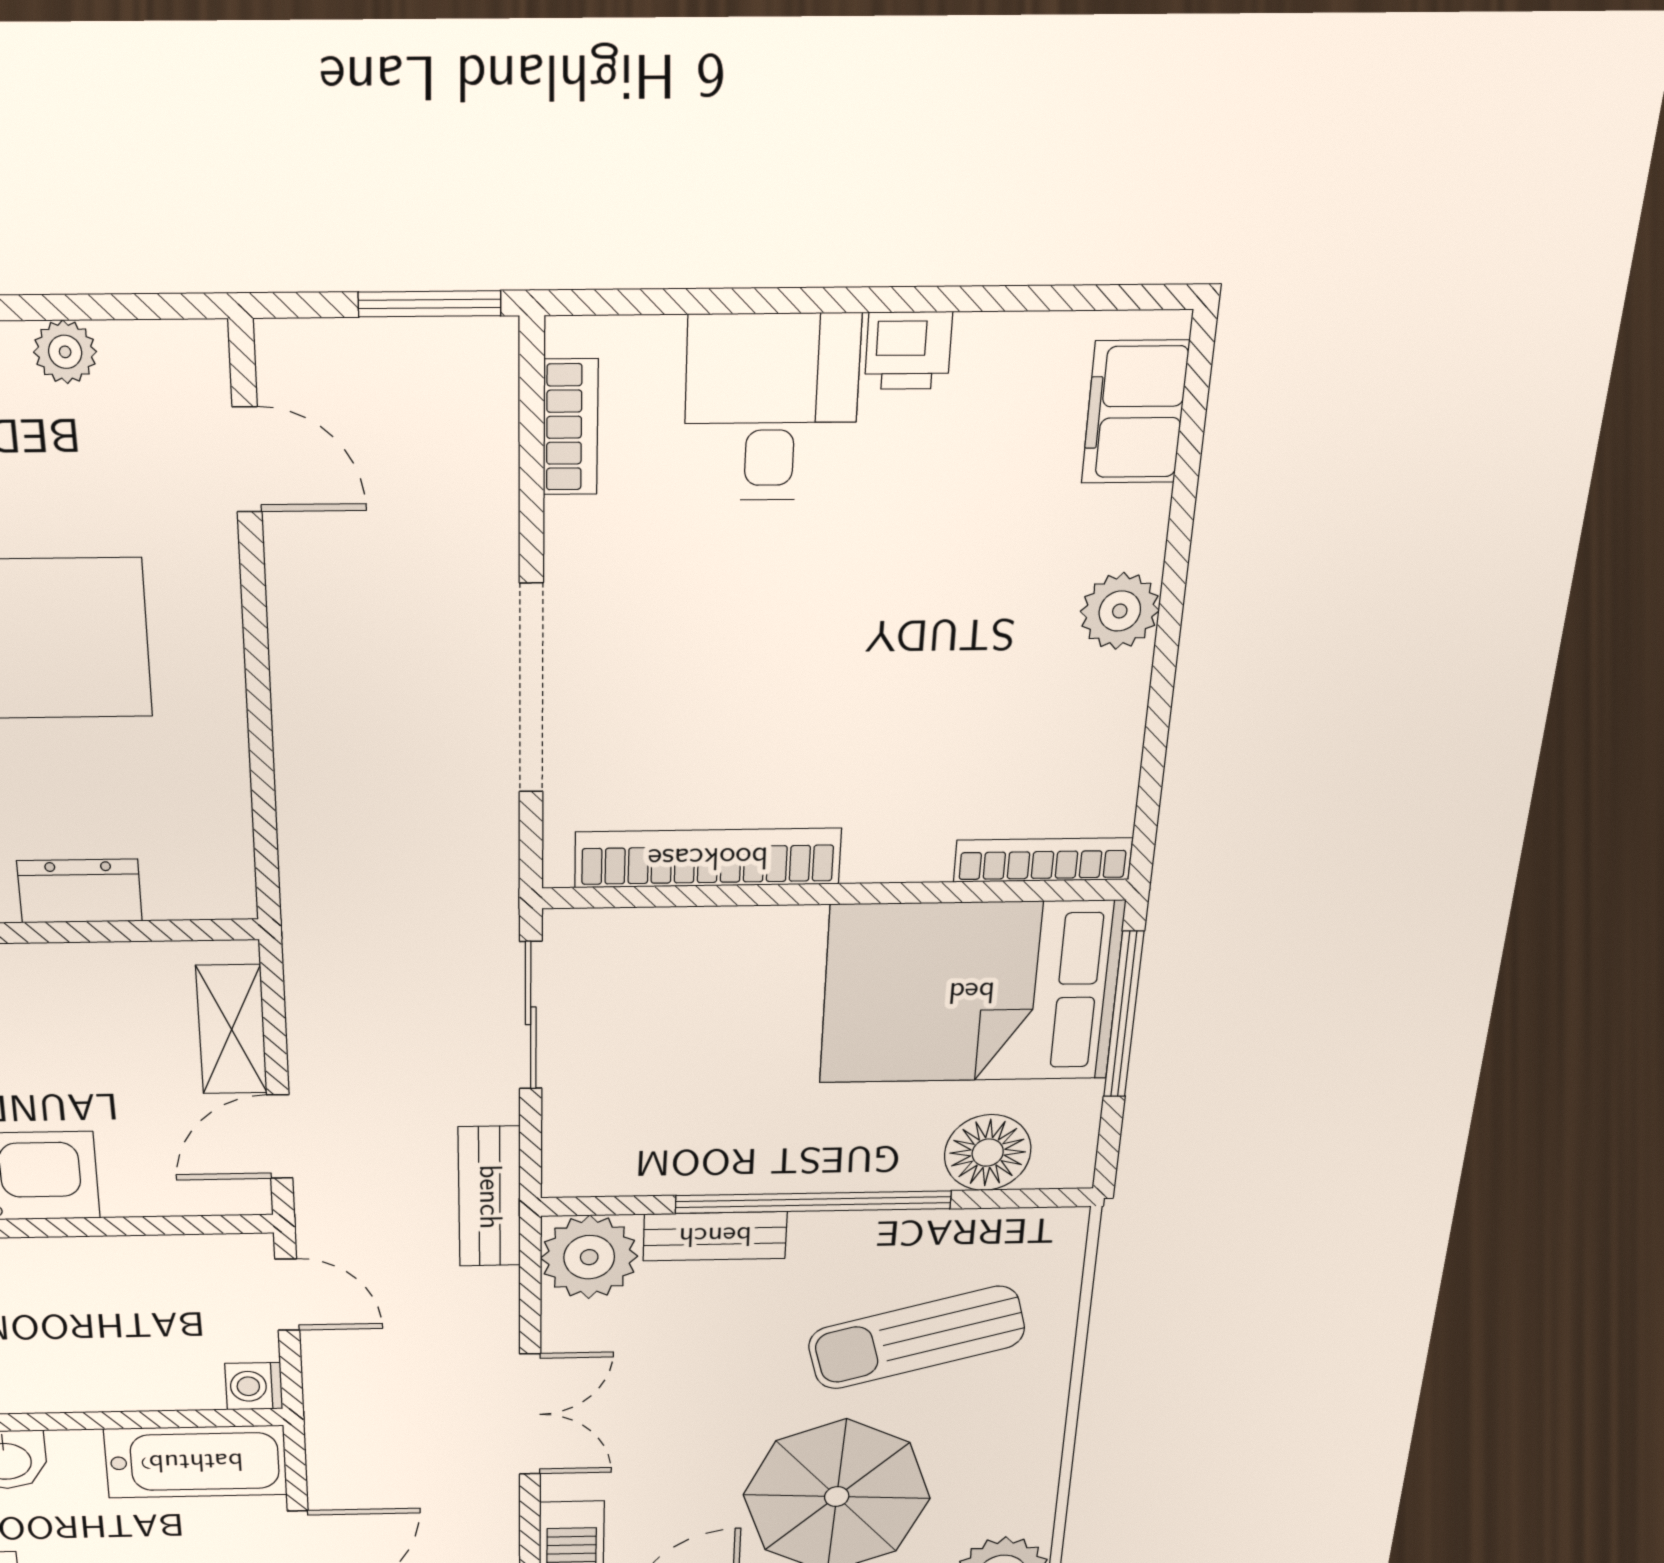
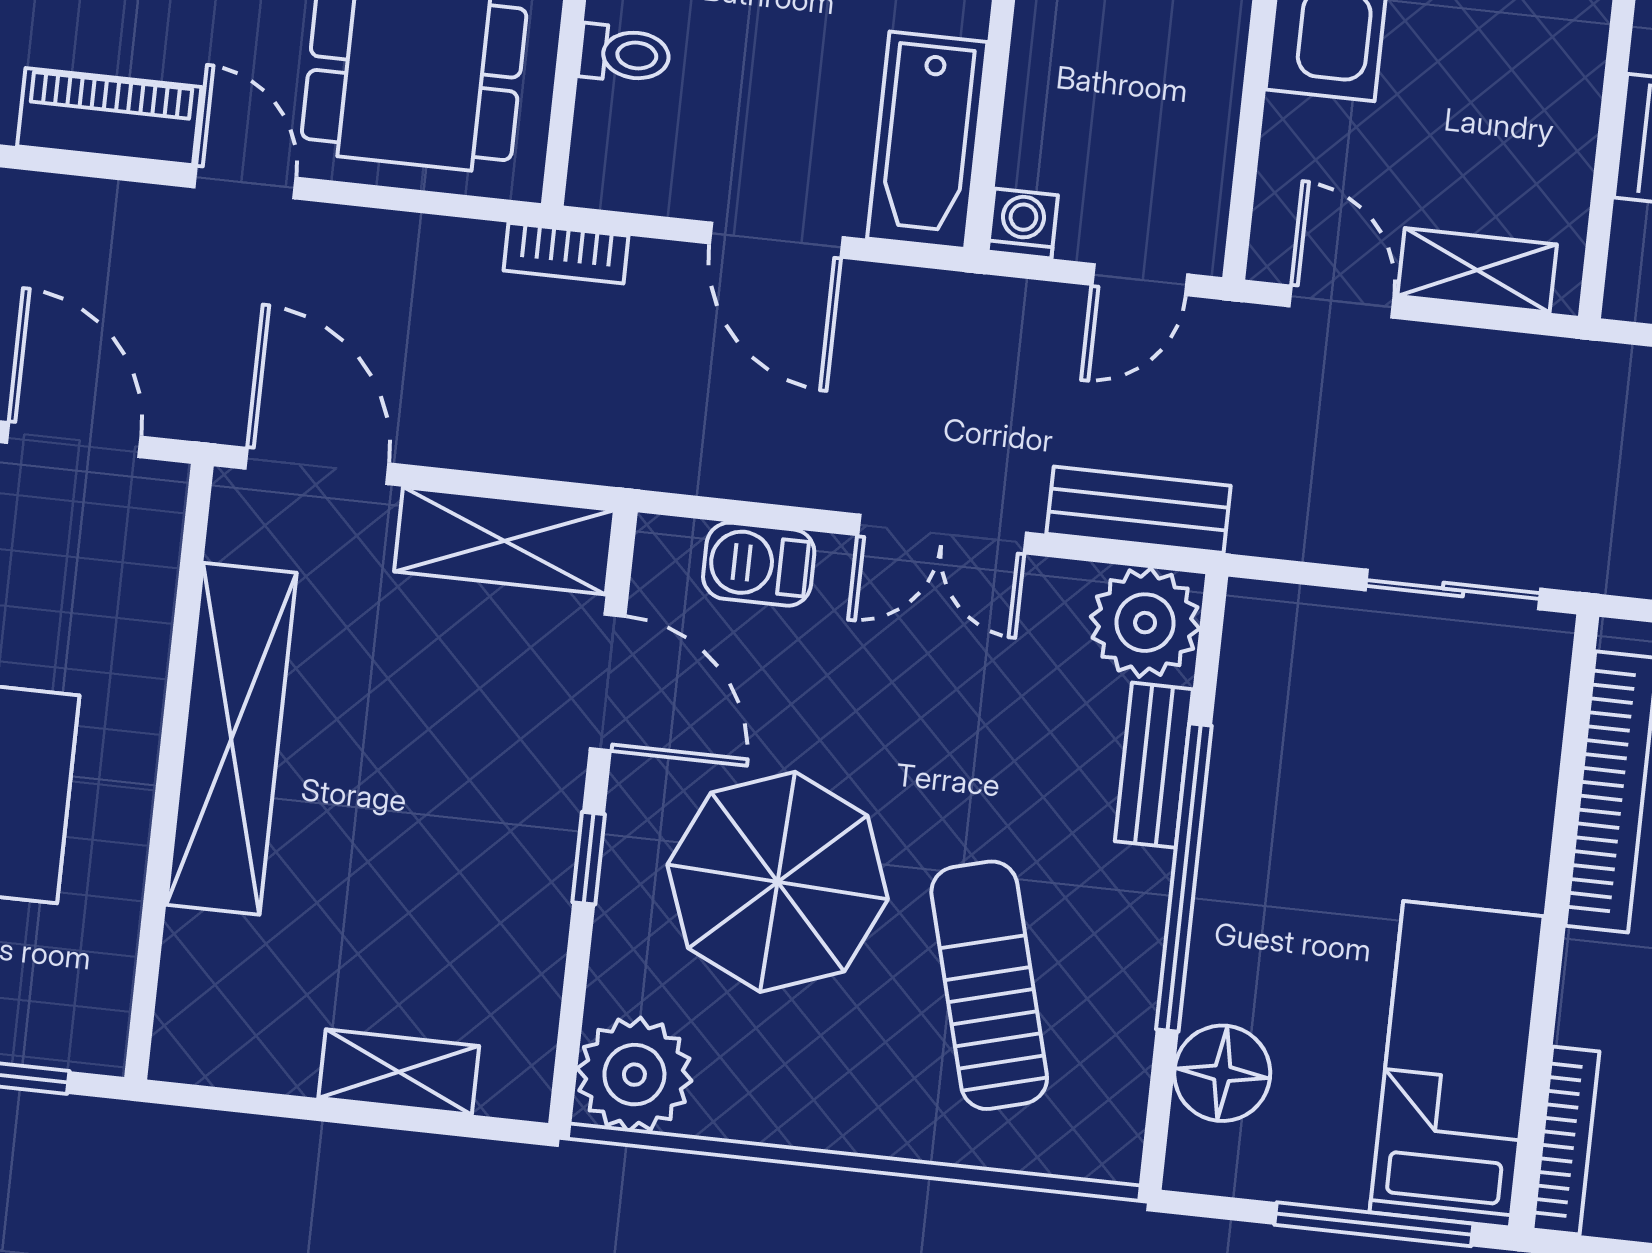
bed: (971, 992) -> (1457, 1064), width x0.67
bench: (490, 1197) -> (1139, 510), moved

